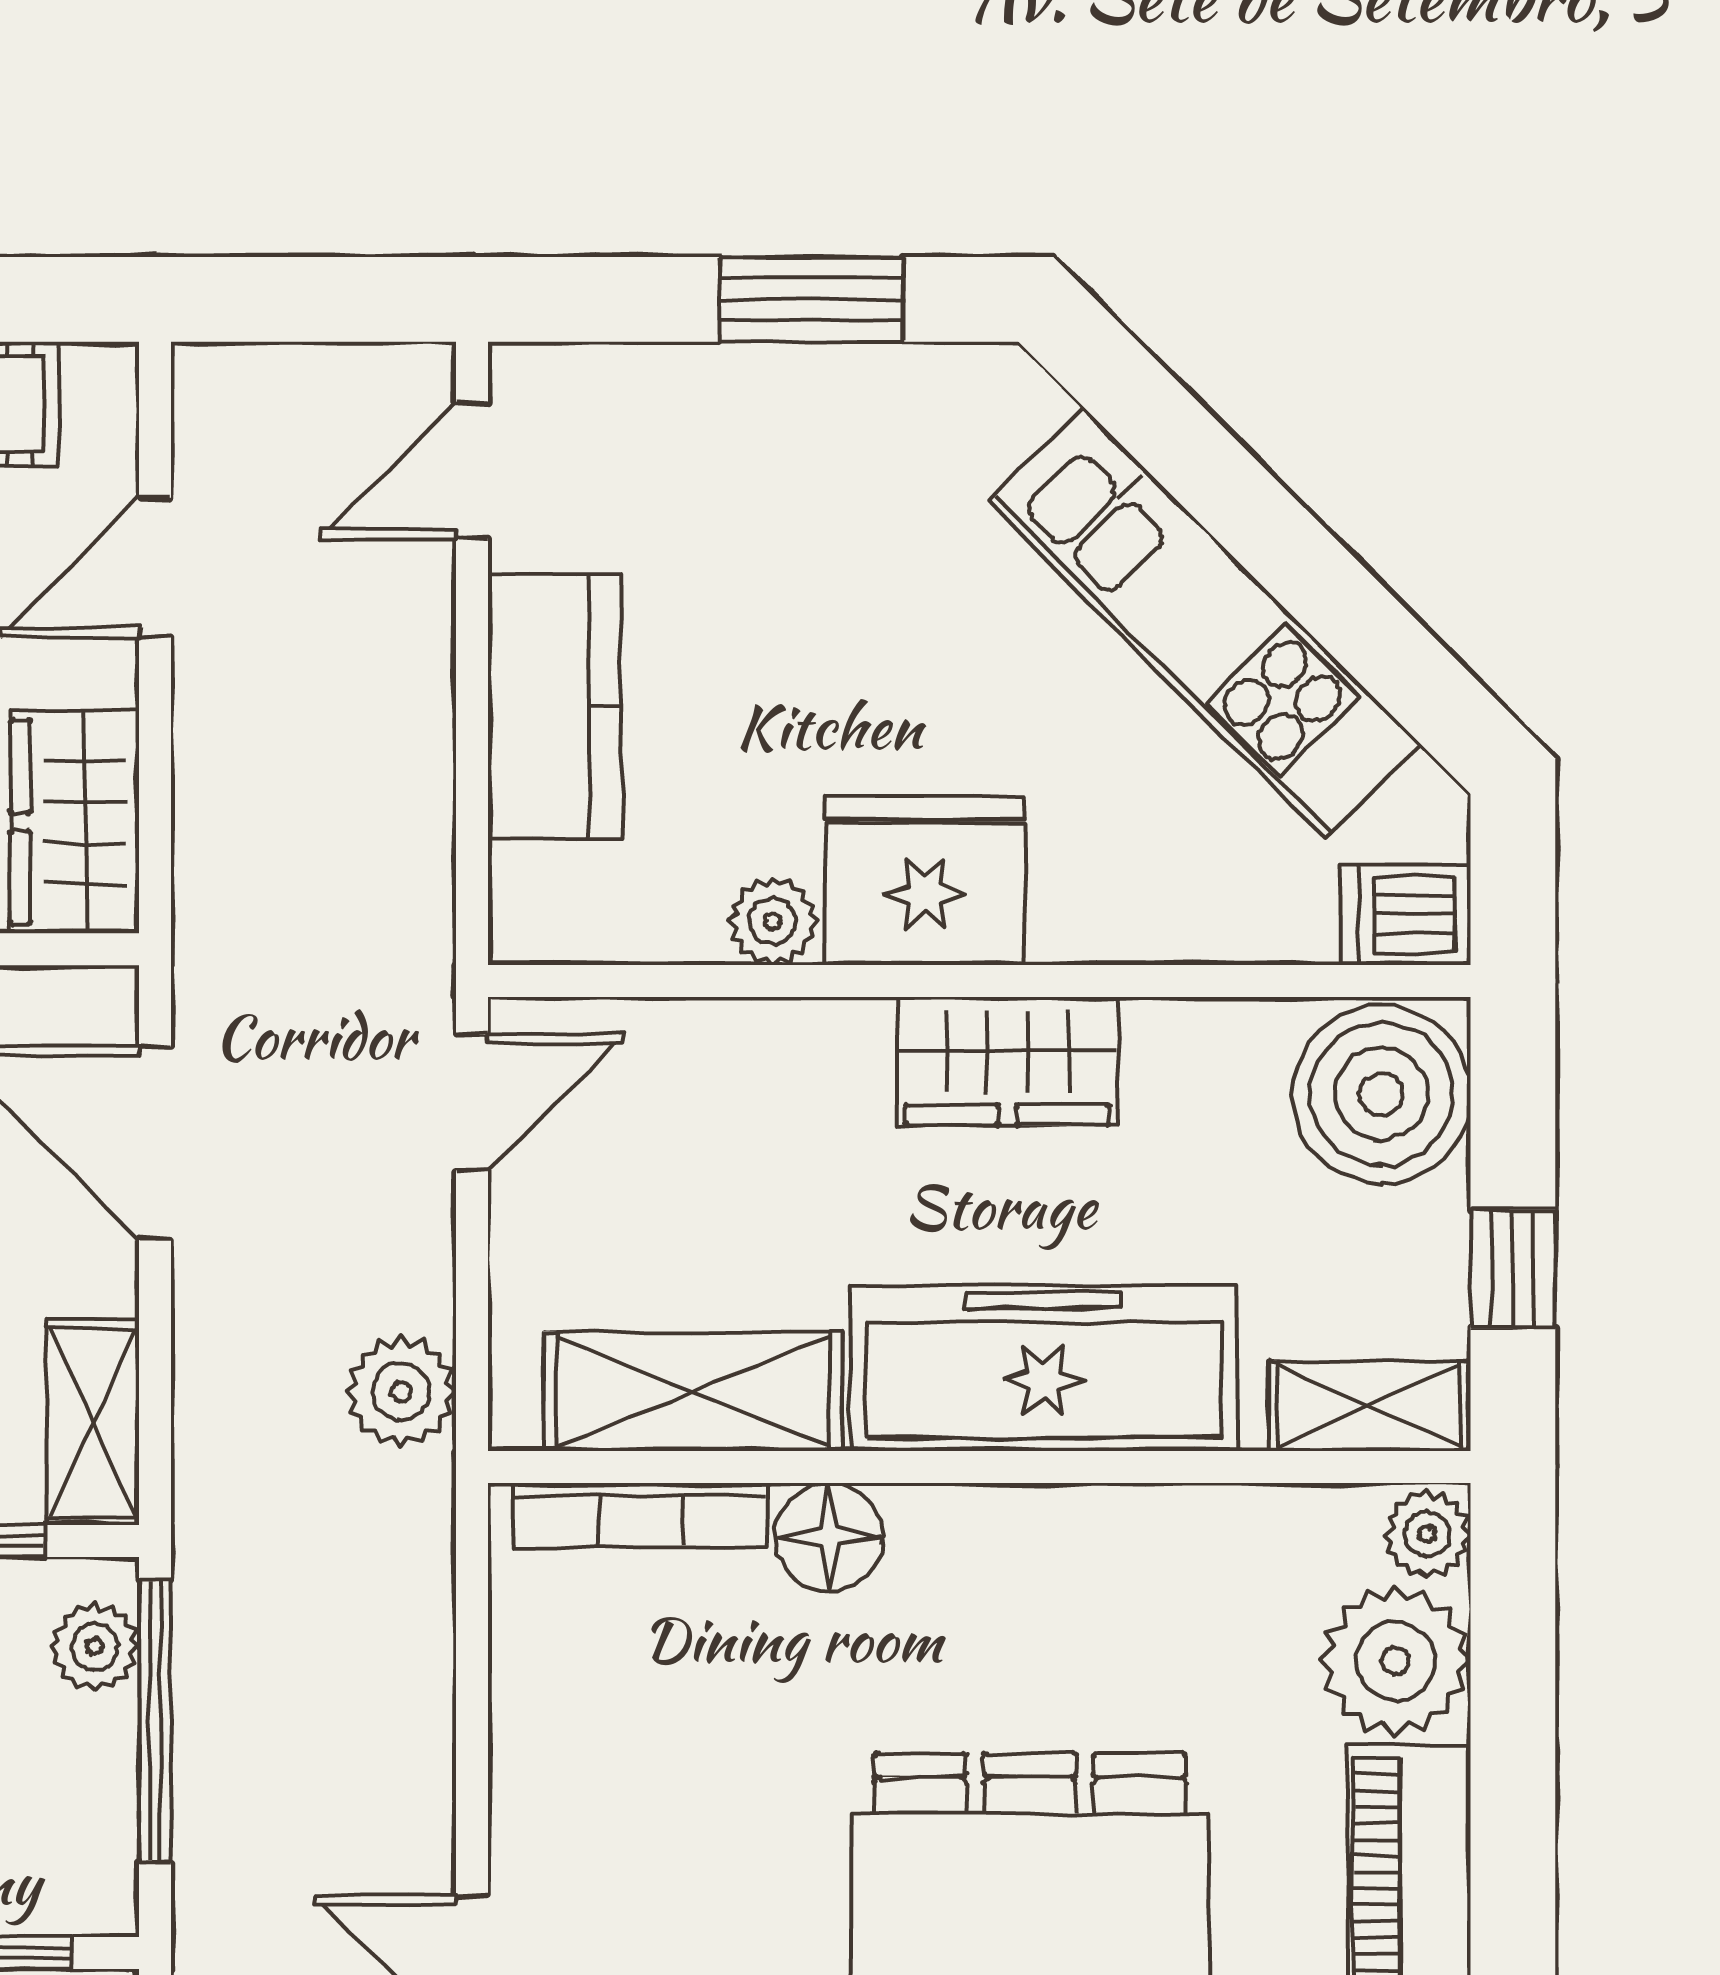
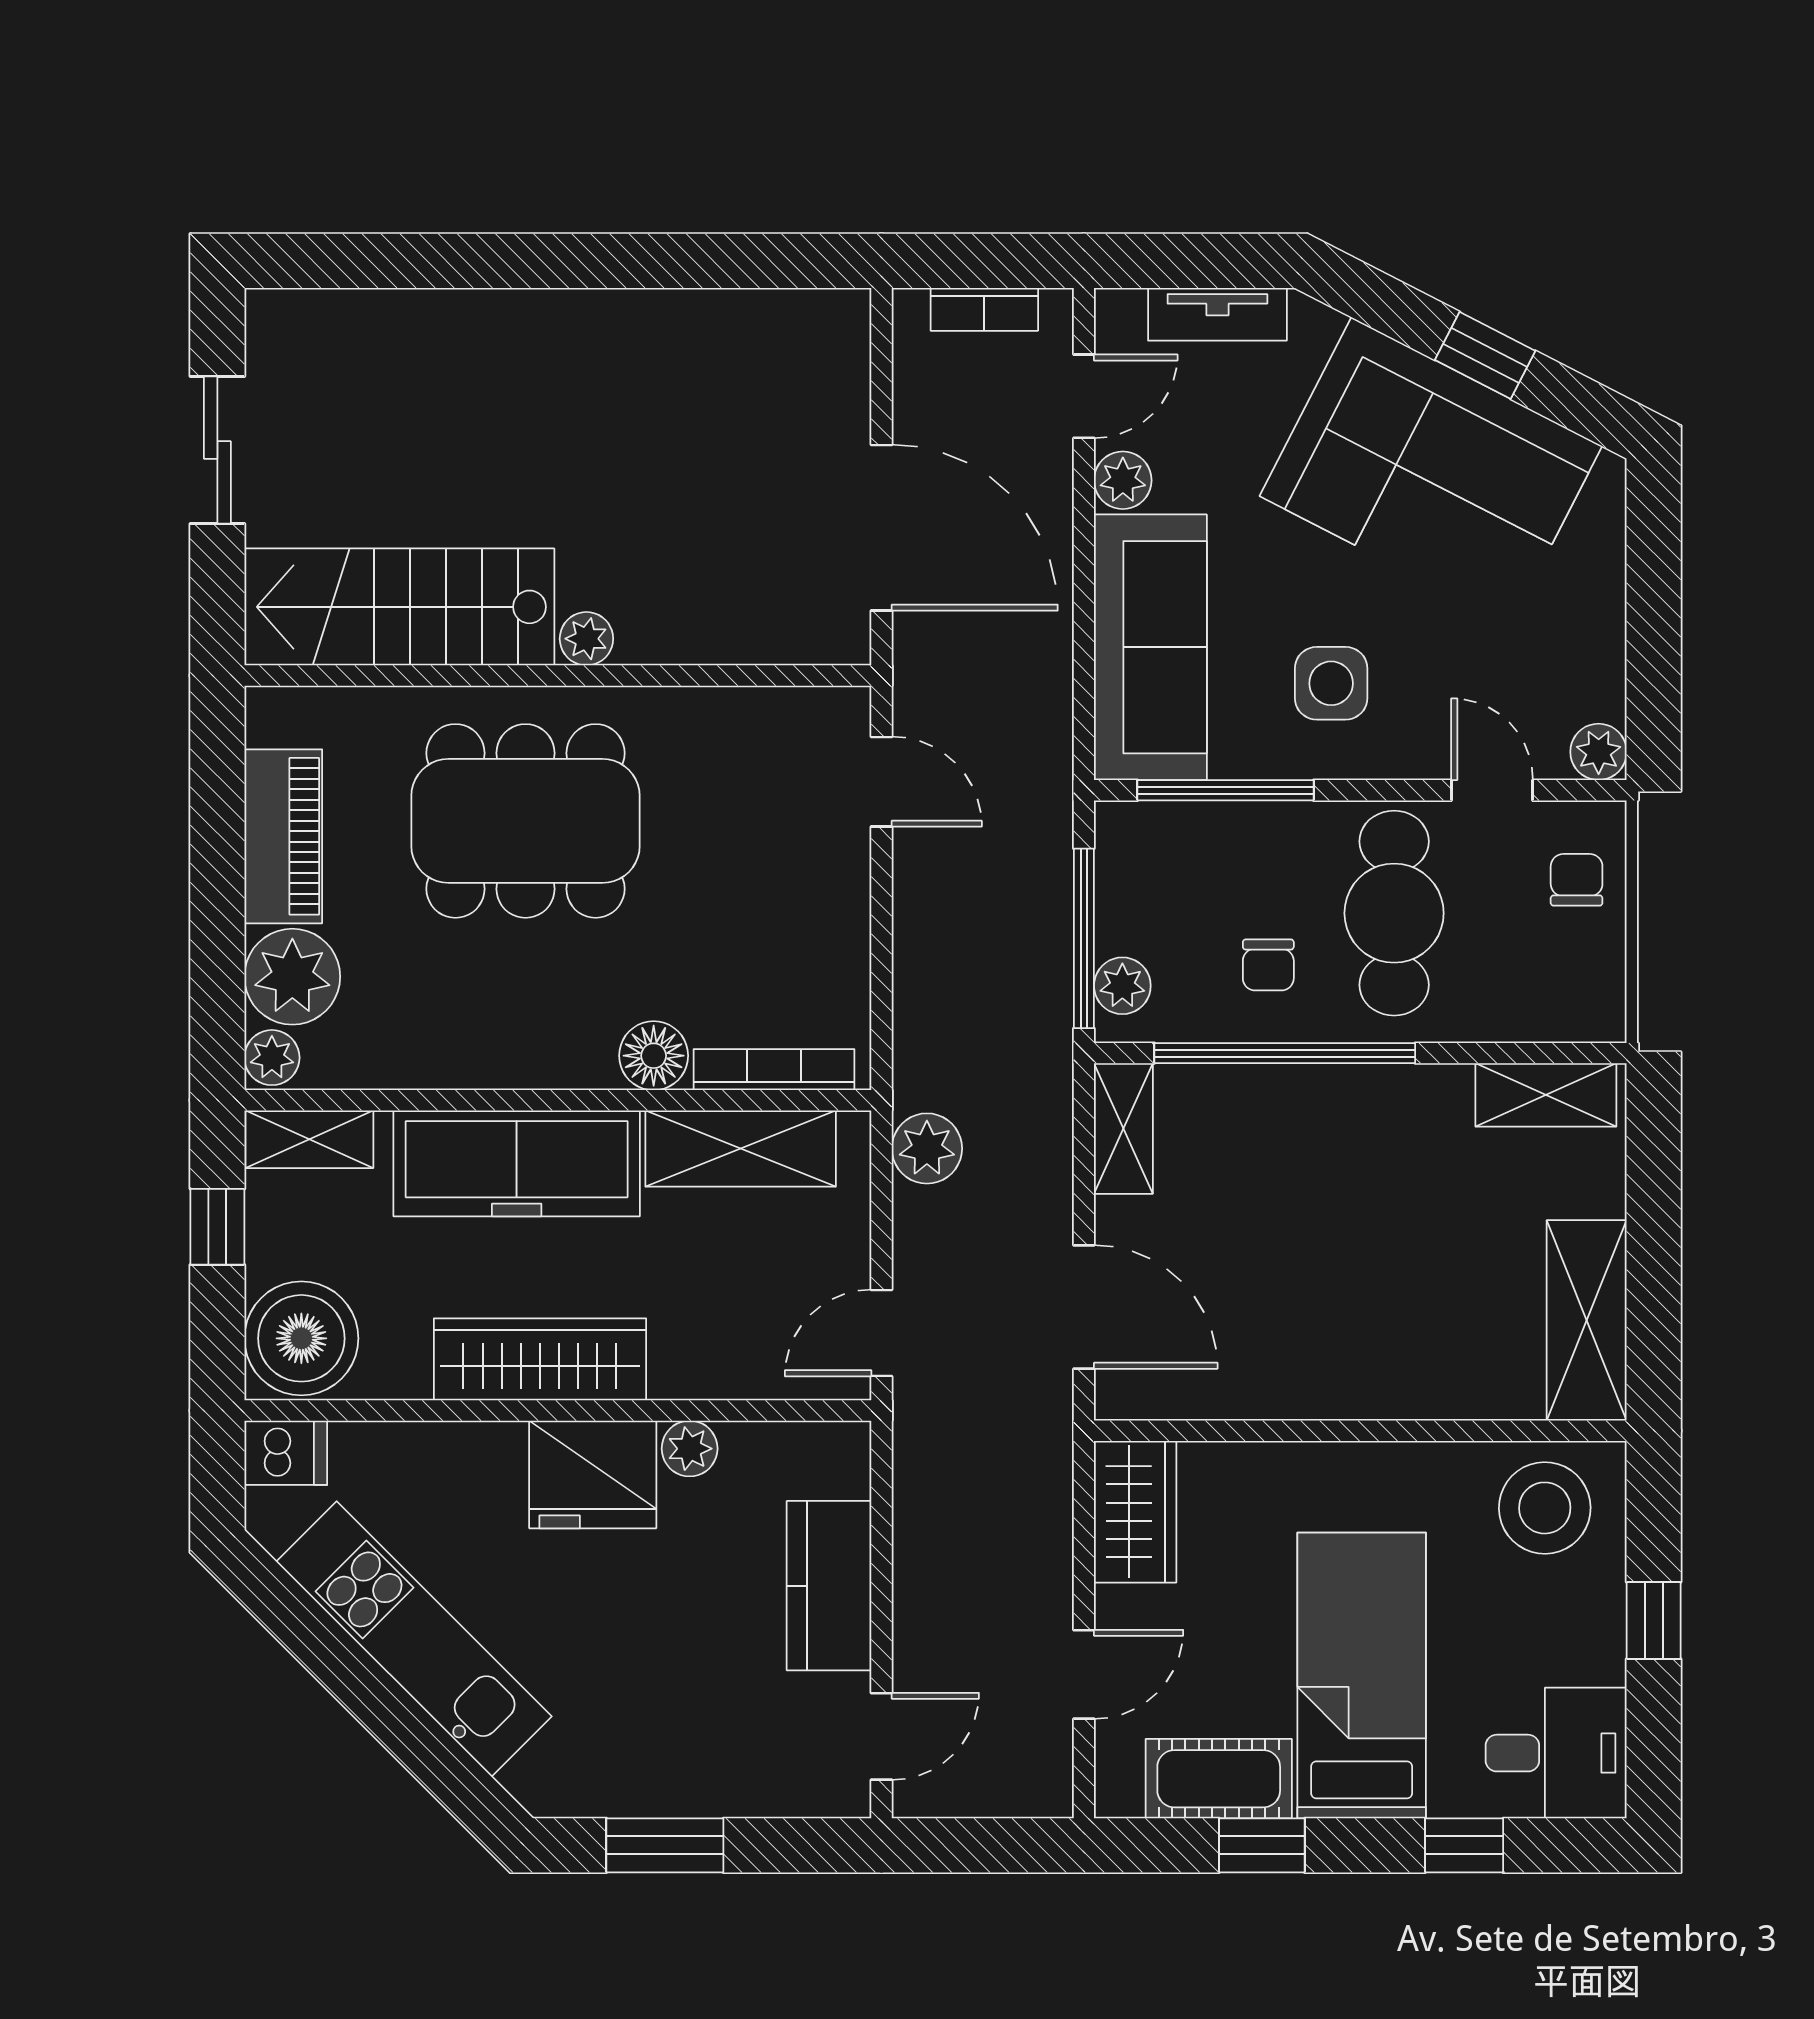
wardrobe: (1007, 1061) -> (540, 1359), width x1.50

